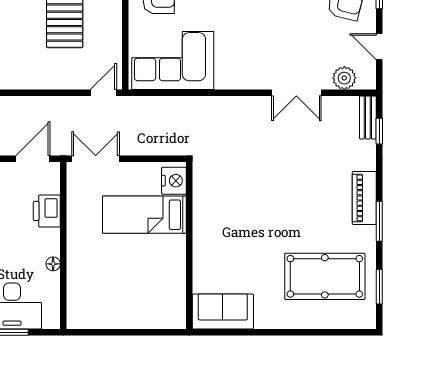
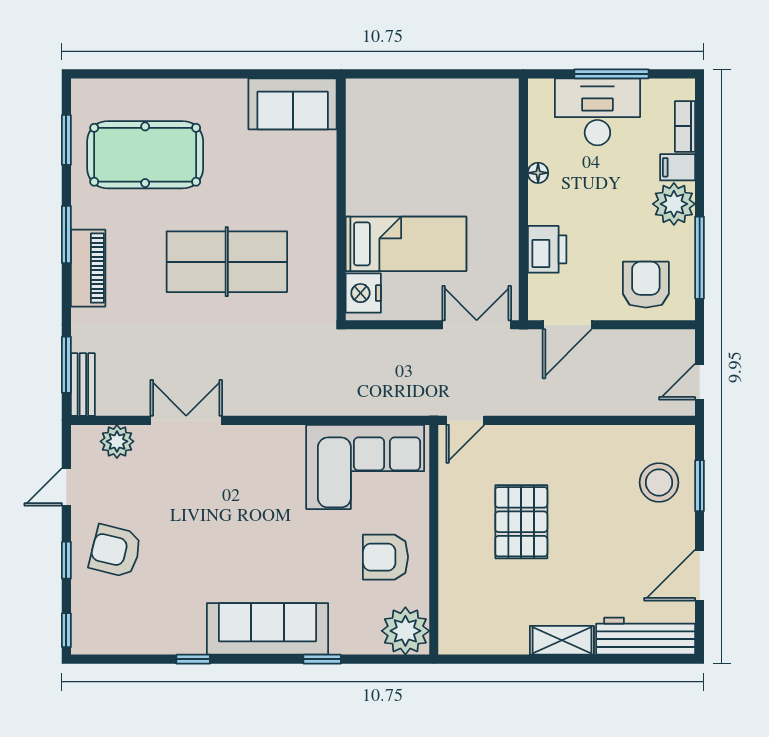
door: (379, 47) -> (66, 487), swing flipped
window: (379, 131) -> (66, 365), width x1.50
double door: (96, 159) -> (477, 325), swing flipped
table tennis table: (268, 202) -> (227, 262), added

